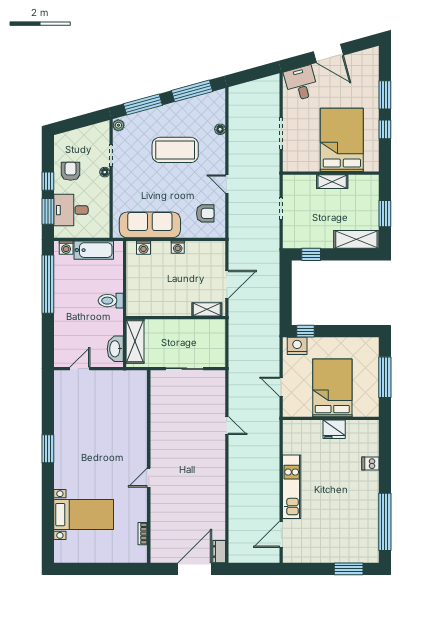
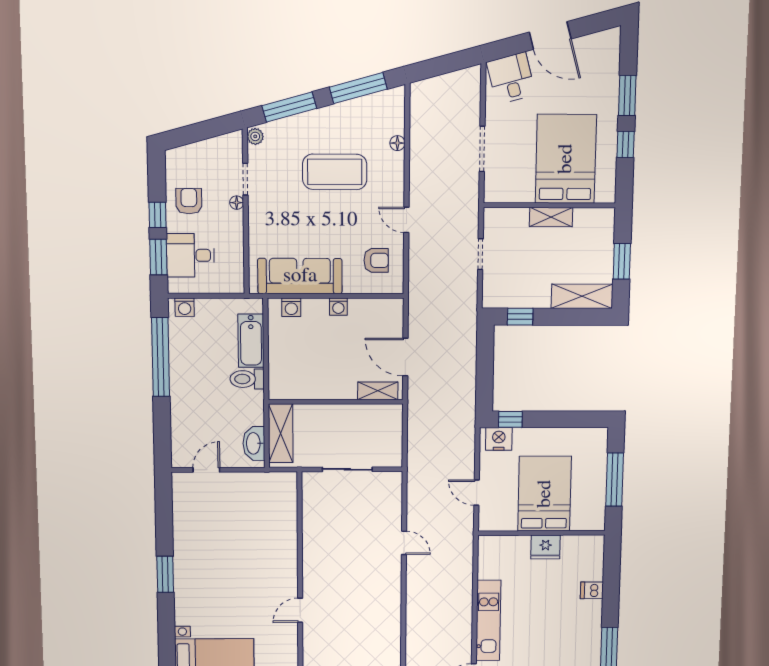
bathtub: (94, 250) -> (251, 341), moved, turned 90
door: (227, 284) -> (405, 357), swing flipped

